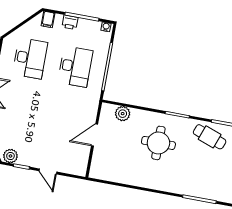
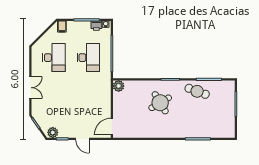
printer: (70, 22) -> (96, 26), moved
plant: (123, 114) -> (119, 86), moved
door: (95, 135) -> (112, 127), moved
round table: (158, 143) -> (160, 103), turned -31

